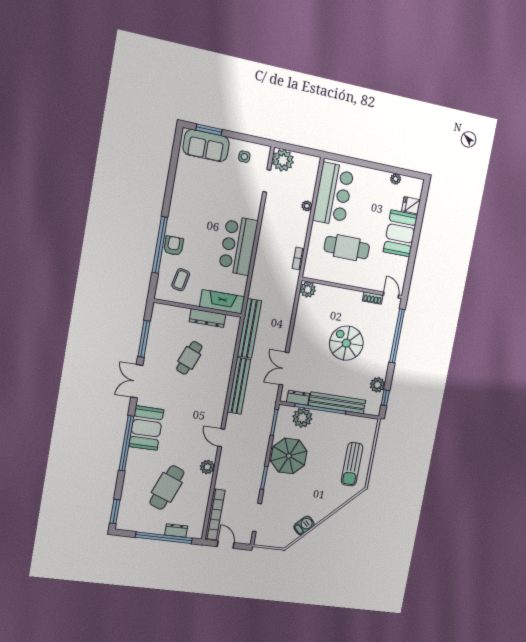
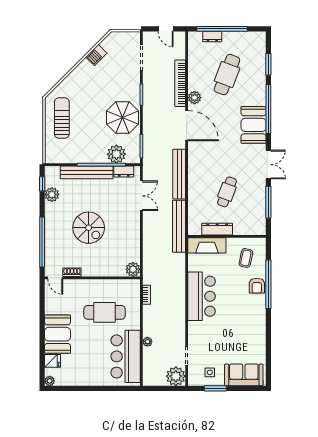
window: (209, 130) -> (215, 388), moved
plant: (396, 179) -> (50, 381), moved
door: (221, 438) -> (187, 126), width x1.88
window: (115, 511) -> (268, 64), moved
bookcase: (215, 514) -> (180, 83), moved

